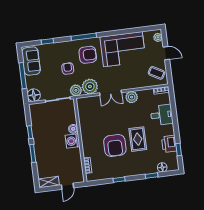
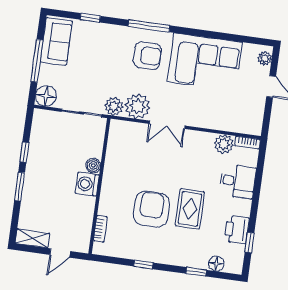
armchair: (68, 69) -> (110, 69), removed
coffee table: (156, 73) -> (247, 113), removed
plant: (132, 97) -> (224, 144), moved
armchair: (115, 145) -> (151, 209), turned 180

